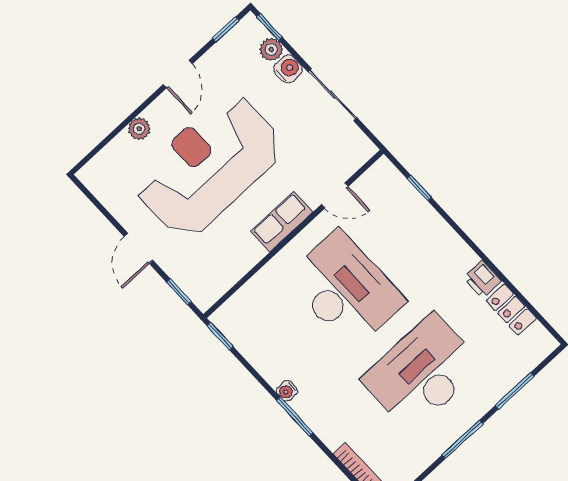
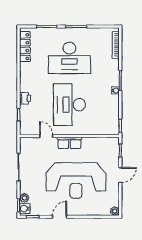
water cooler: (288, 69) -> (25, 209), moved
plant: (139, 129) -> (115, 211), moved
printer: (482, 279) -> (25, 98), moved
locker: (511, 310) -> (25, 47), width x1.53

